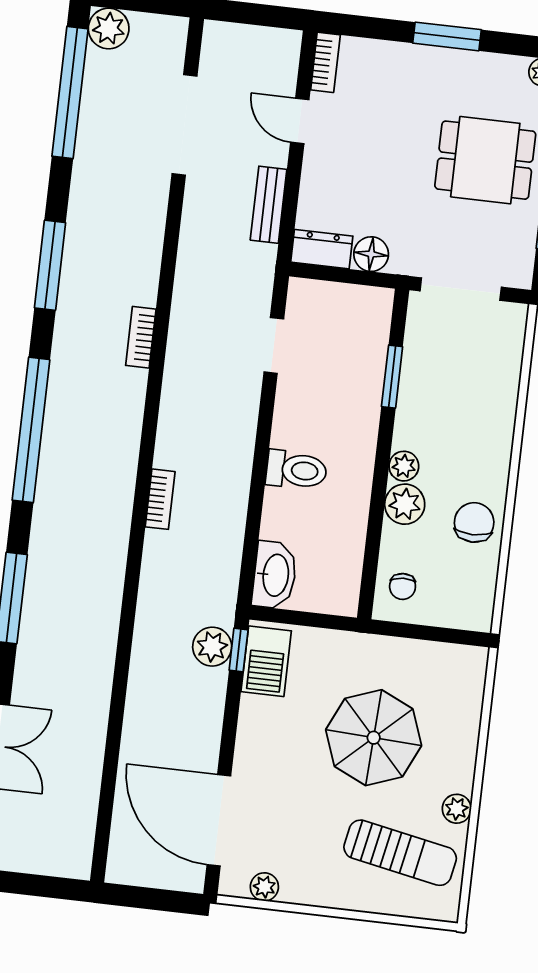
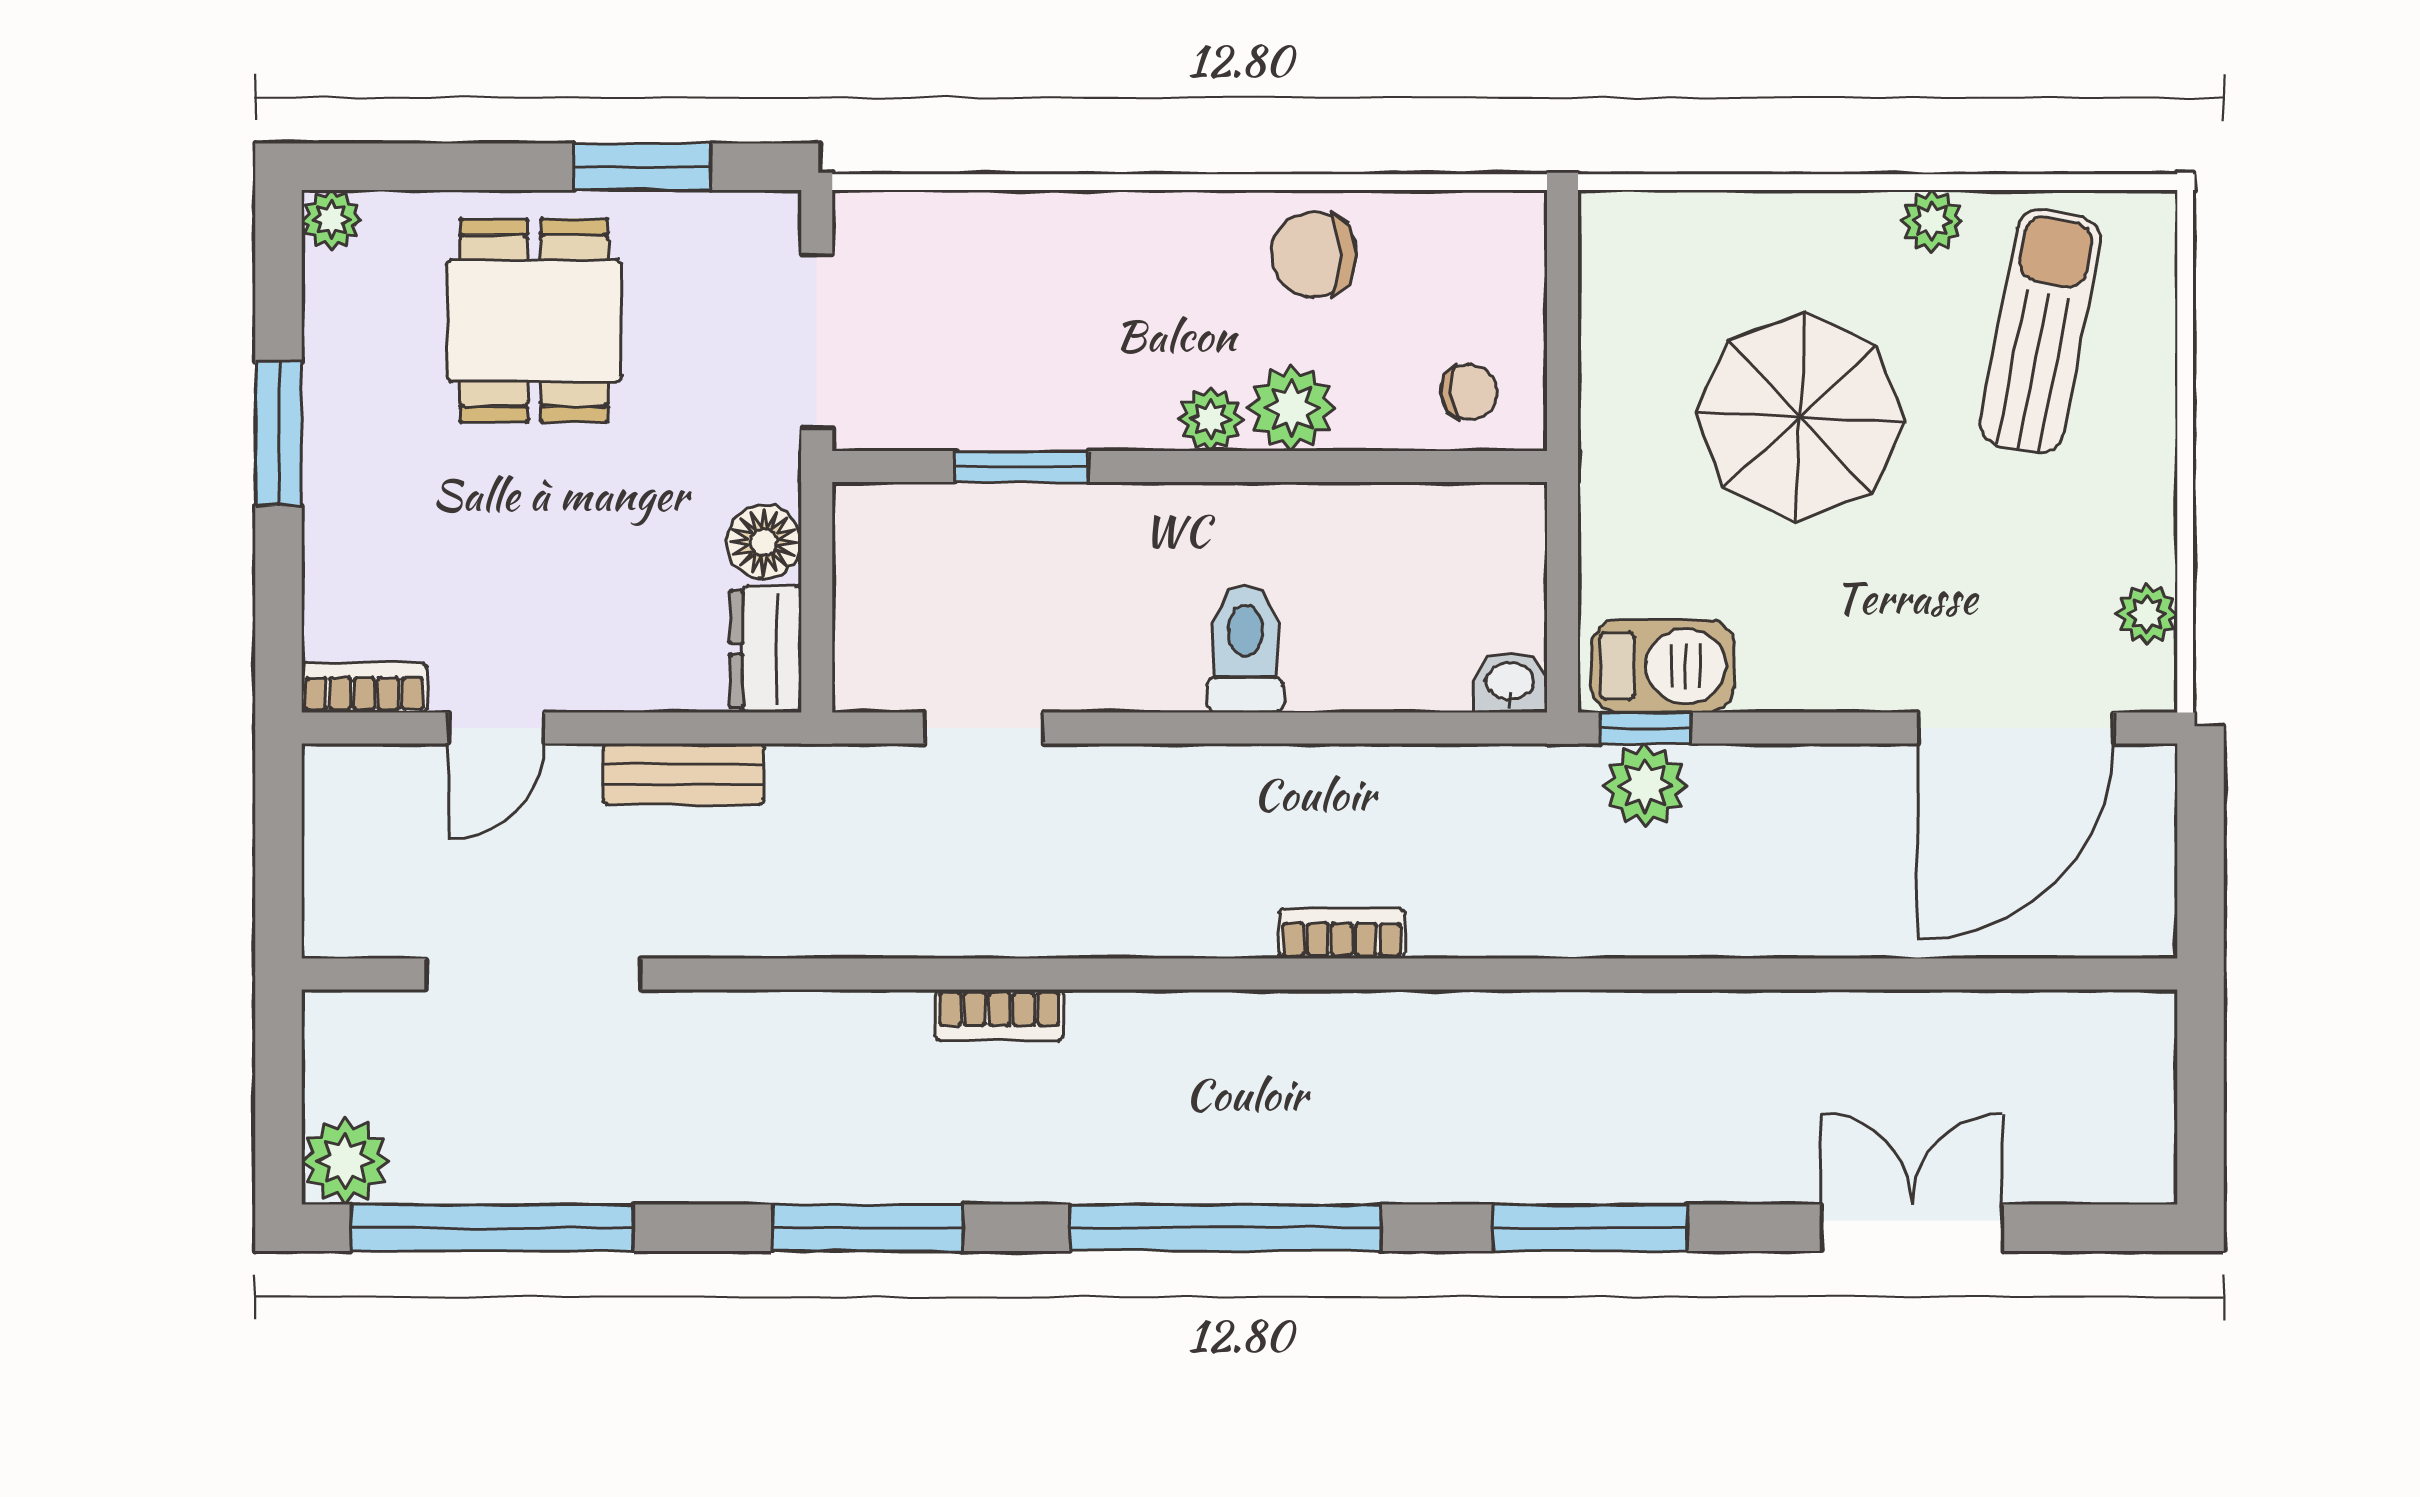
washbasin: (275, 575) -> (1510, 683), width x0.52, depth x0.69

